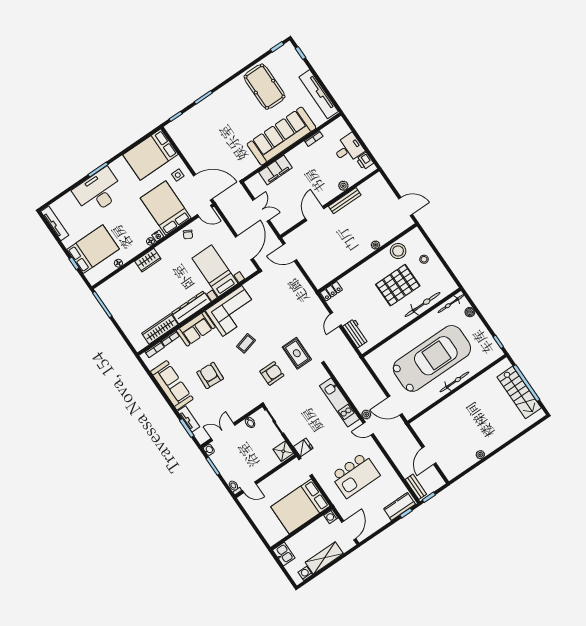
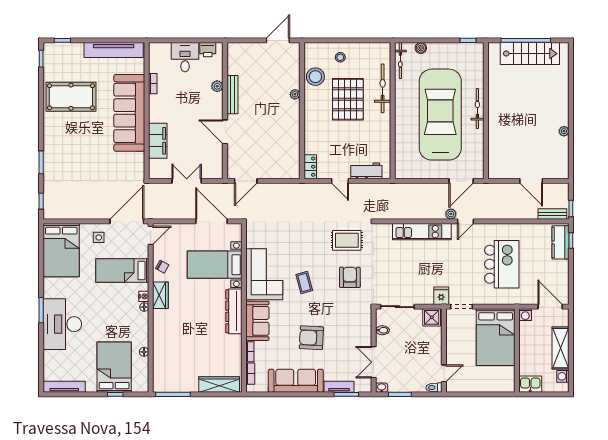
bed: (166, 208) -> (122, 271), width x0.67
wardrobe: (148, 260) -> (160, 295), moved
wardrobe: (160, 329) -> (219, 385), moved, turned 90

